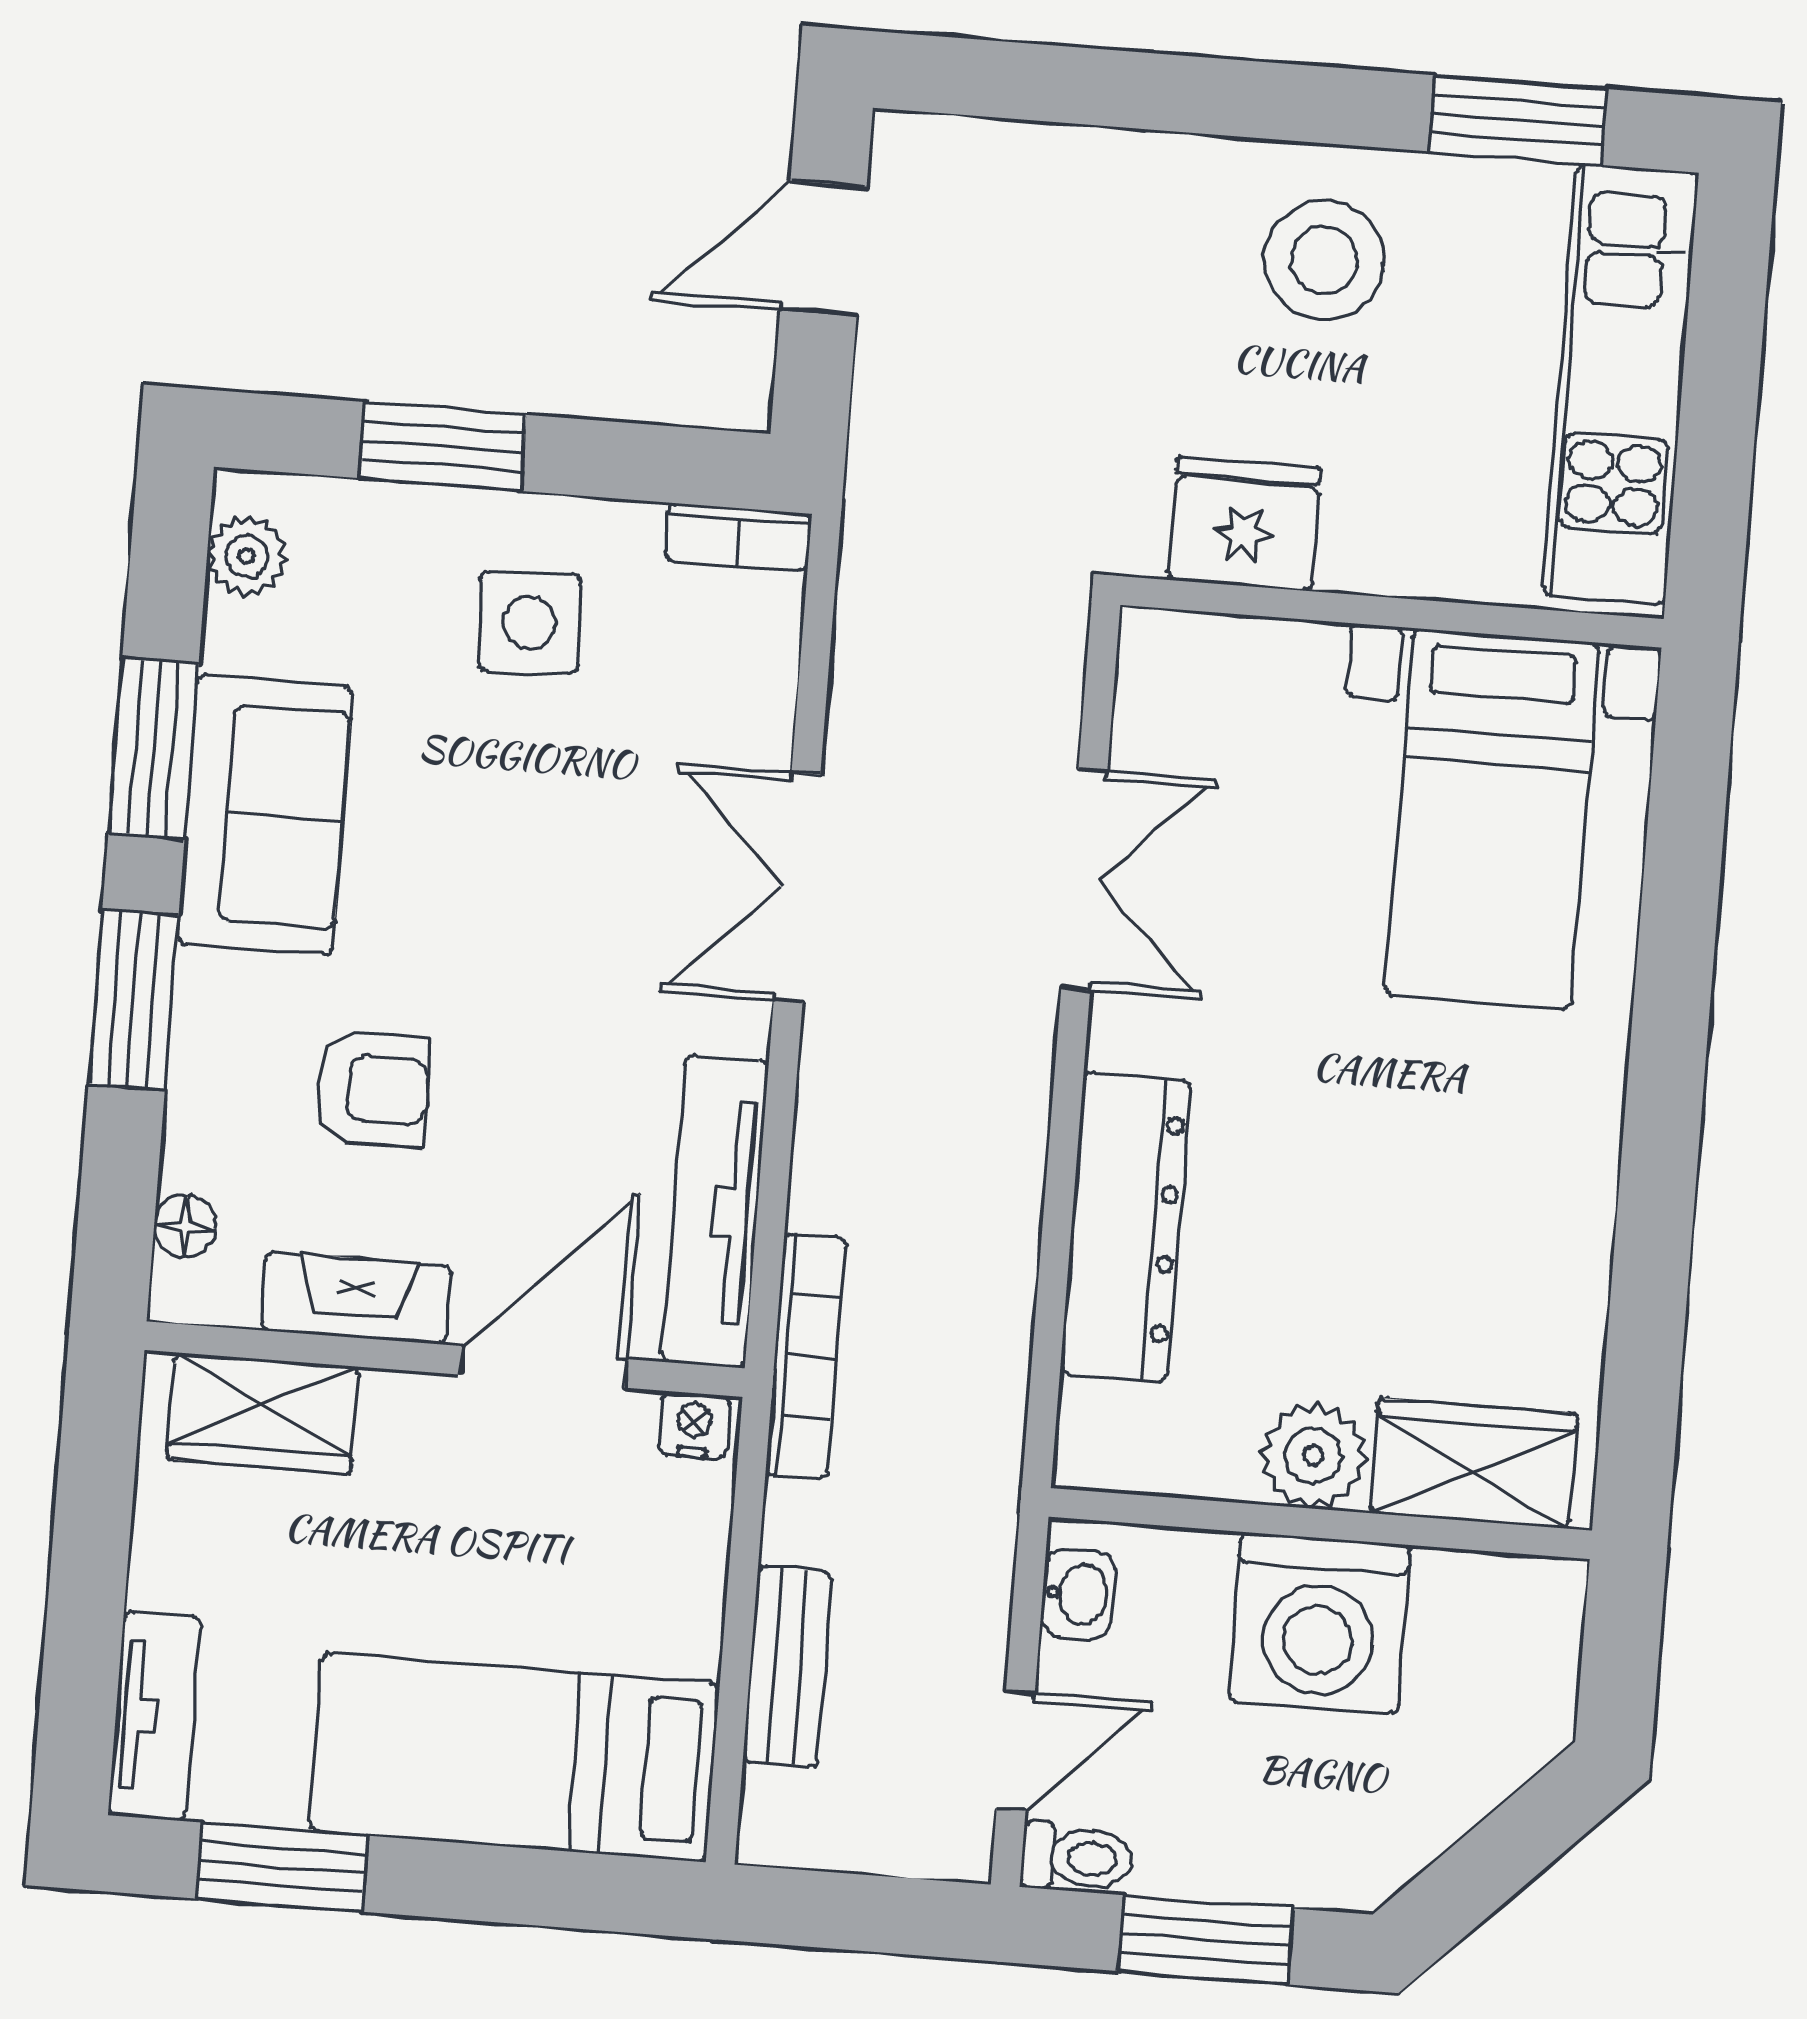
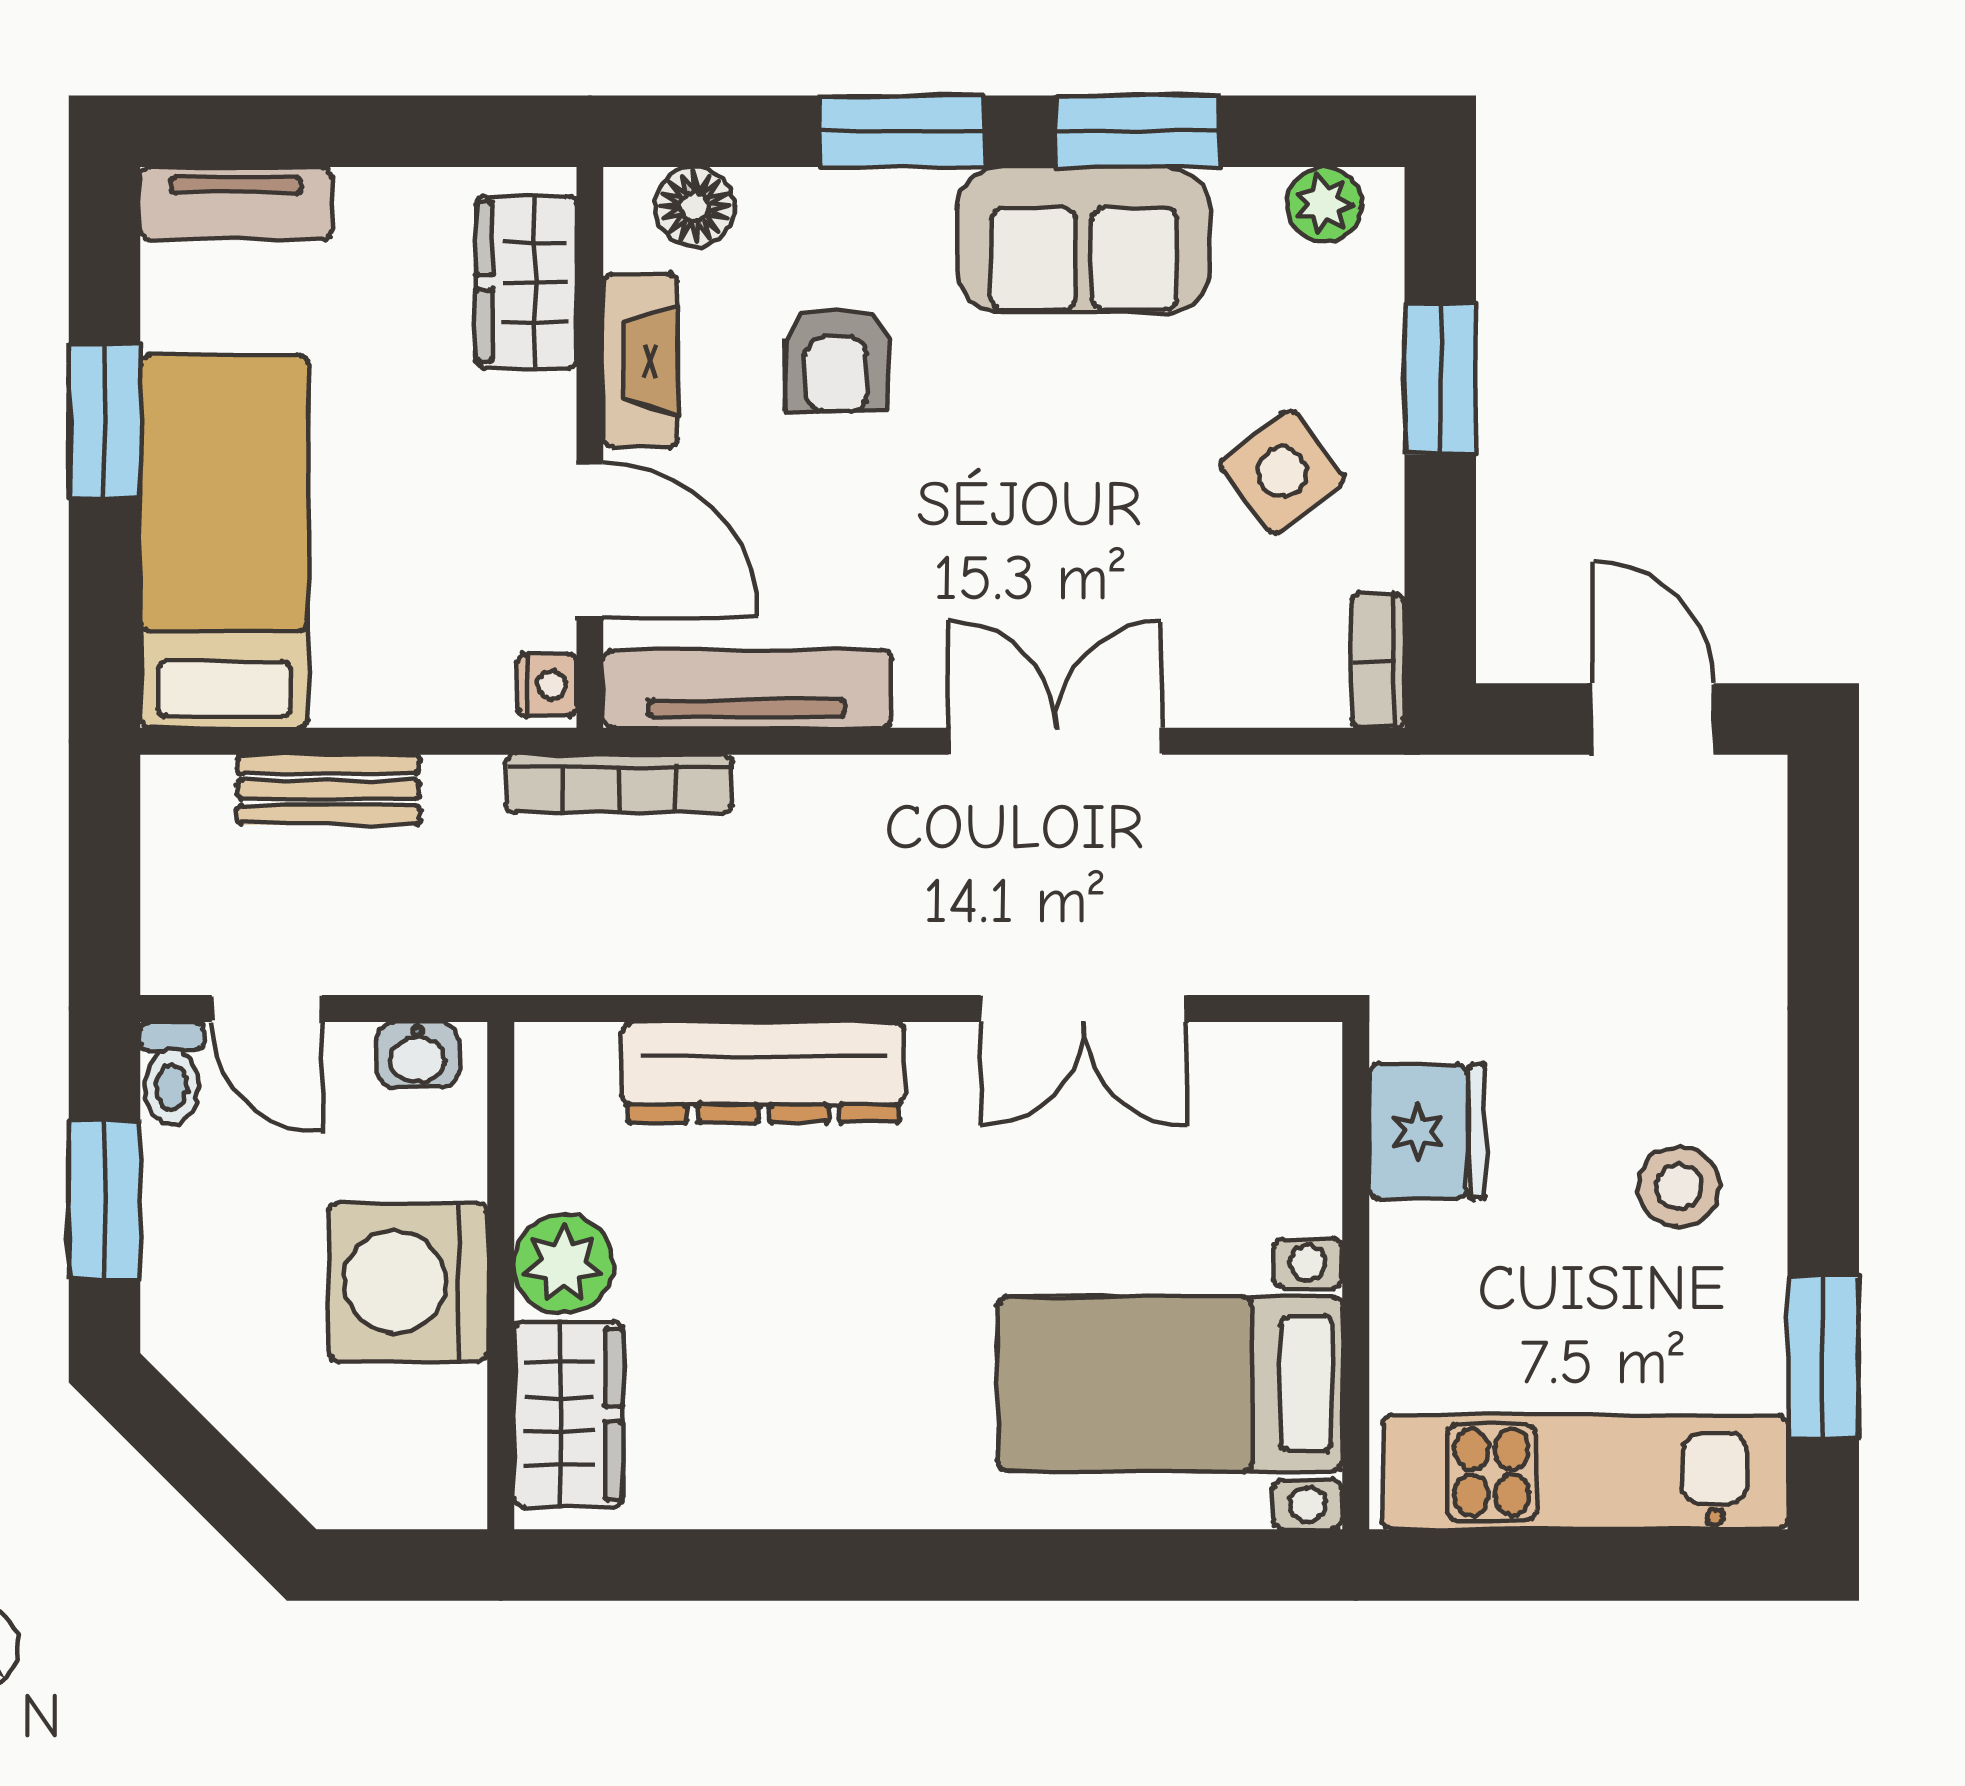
stool: (1324, 260) -> (1679, 1186), width x0.73, depth x0.73
side table: (529, 623) -> (1283, 472), turned -35
floor lamp: (185, 1226) -> (695, 207), width x1.37, depth x1.37
window: (282, 1867) -> (105, 421), moved

